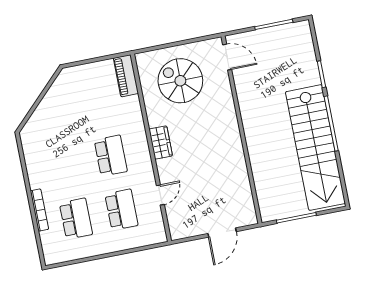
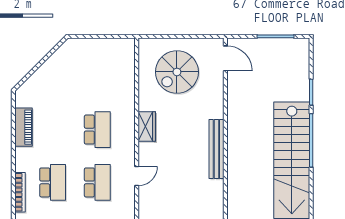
piano: (126, 76) -> (23, 127), moved, turned 180
spiral stairs: (180, 81) -> (177, 72), turned -90
bench: (236, 151) -> (216, 149), added
bookcase: (39, 210) -> (20, 192), moved

